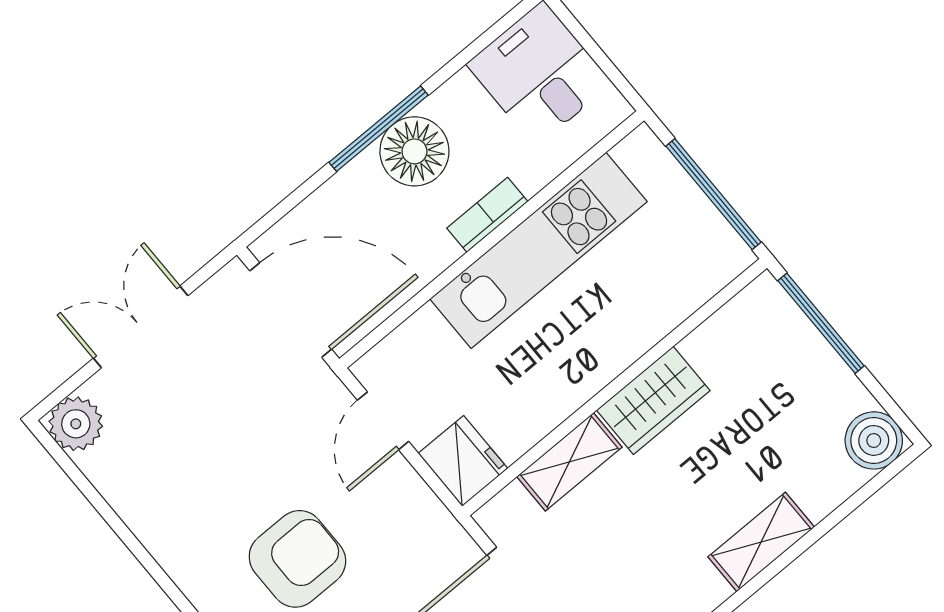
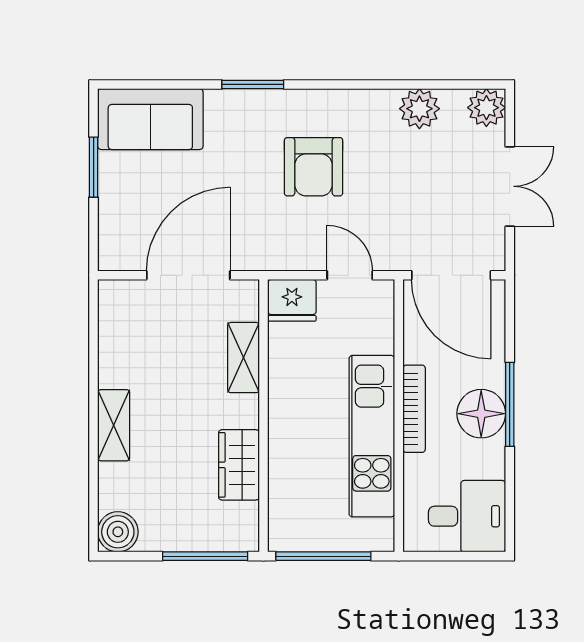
bookcase: (487, 215) -> (414, 409), width x1.56
door: (291, 310) -> (451, 275), hinge flipped
wardrobe: (653, 400) -> (239, 465), moved
plant: (138, 496) -> (419, 109), added

